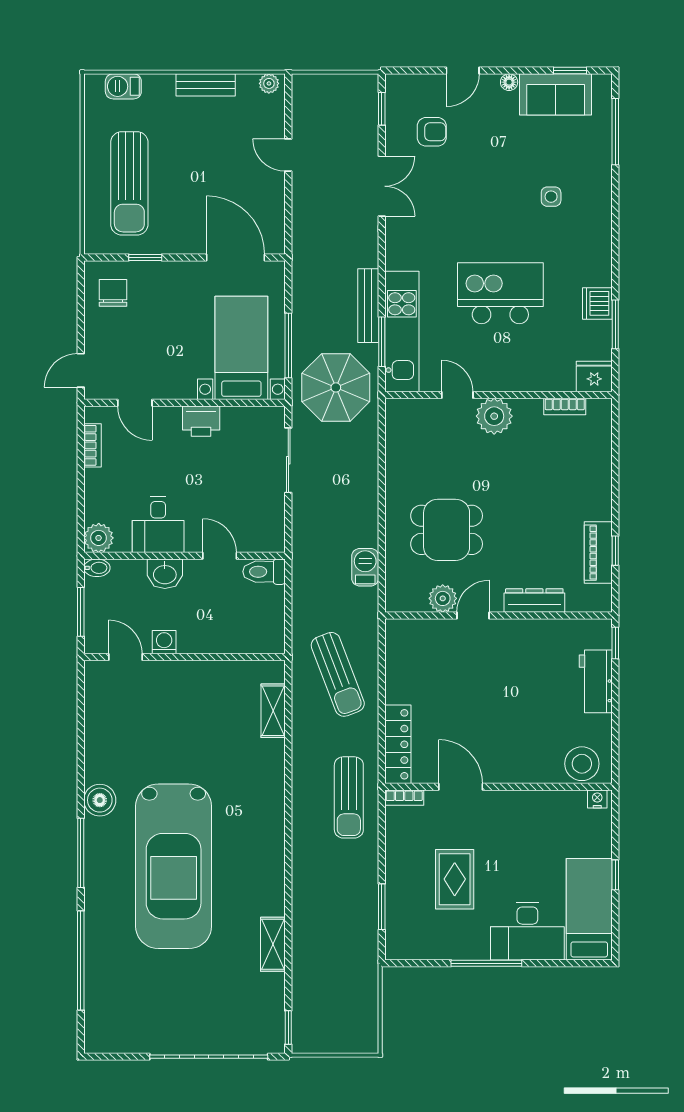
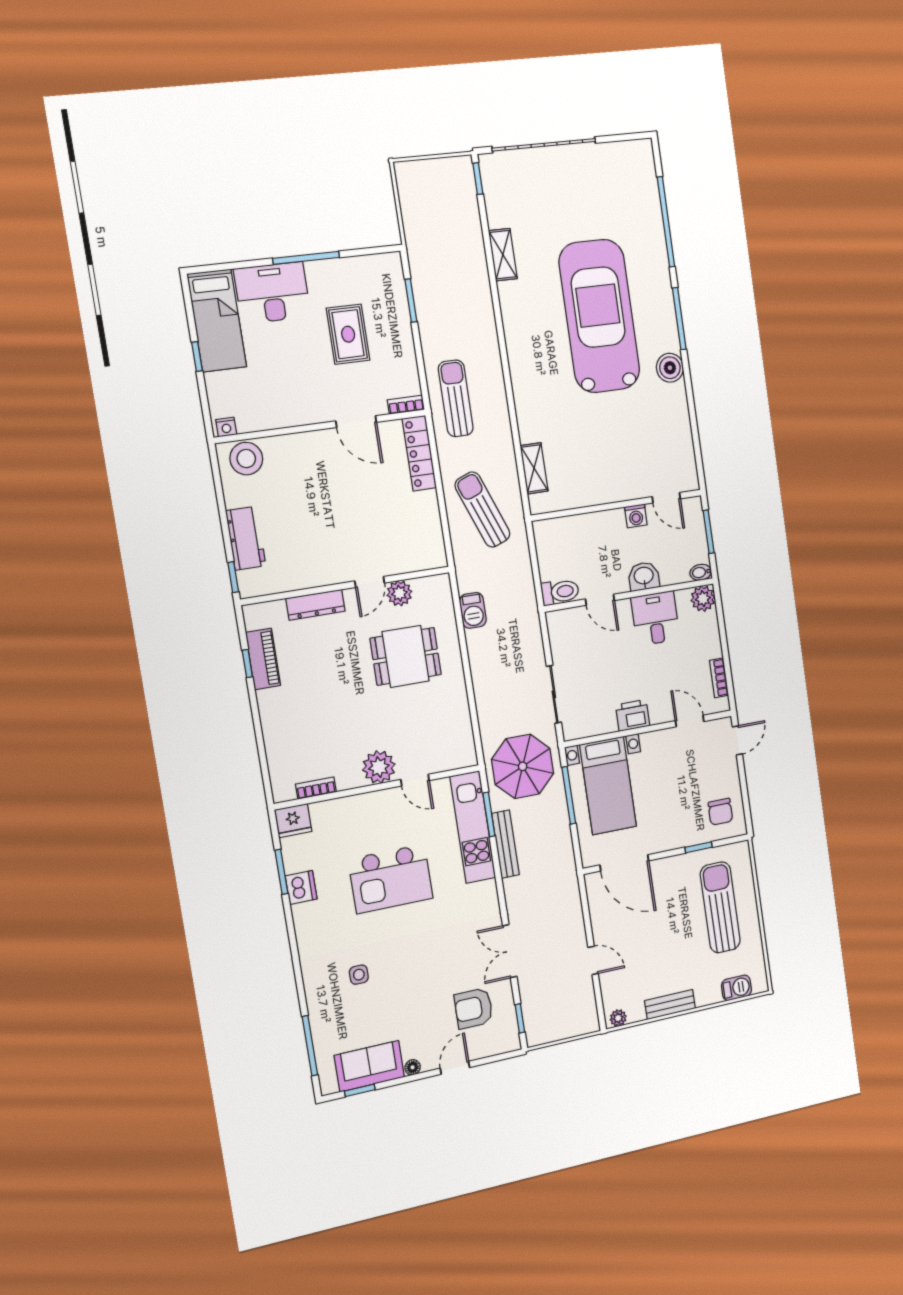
armchair: (432, 132) -> (474, 1008), width x1.38, depth x1.38

